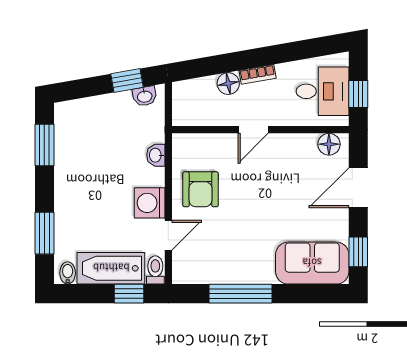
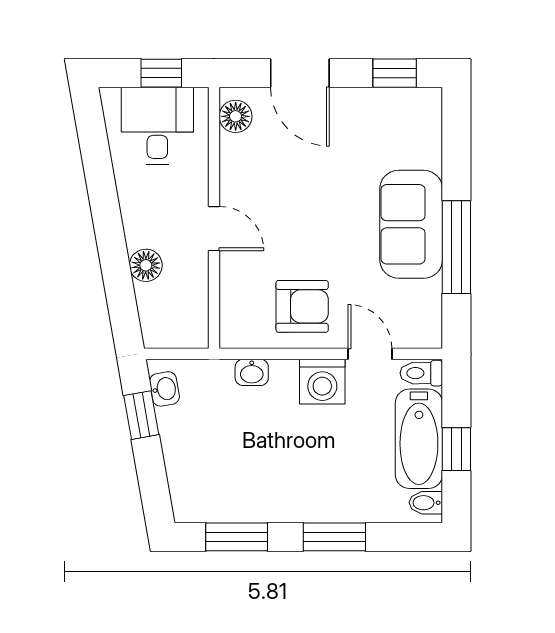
bookcase: (258, 74) -> (132, 222), removed
window: (44, 233) -> (334, 537), moved
sofa: (312, 263) -> (411, 224), moved
window: (129, 294) -> (456, 449), moved

